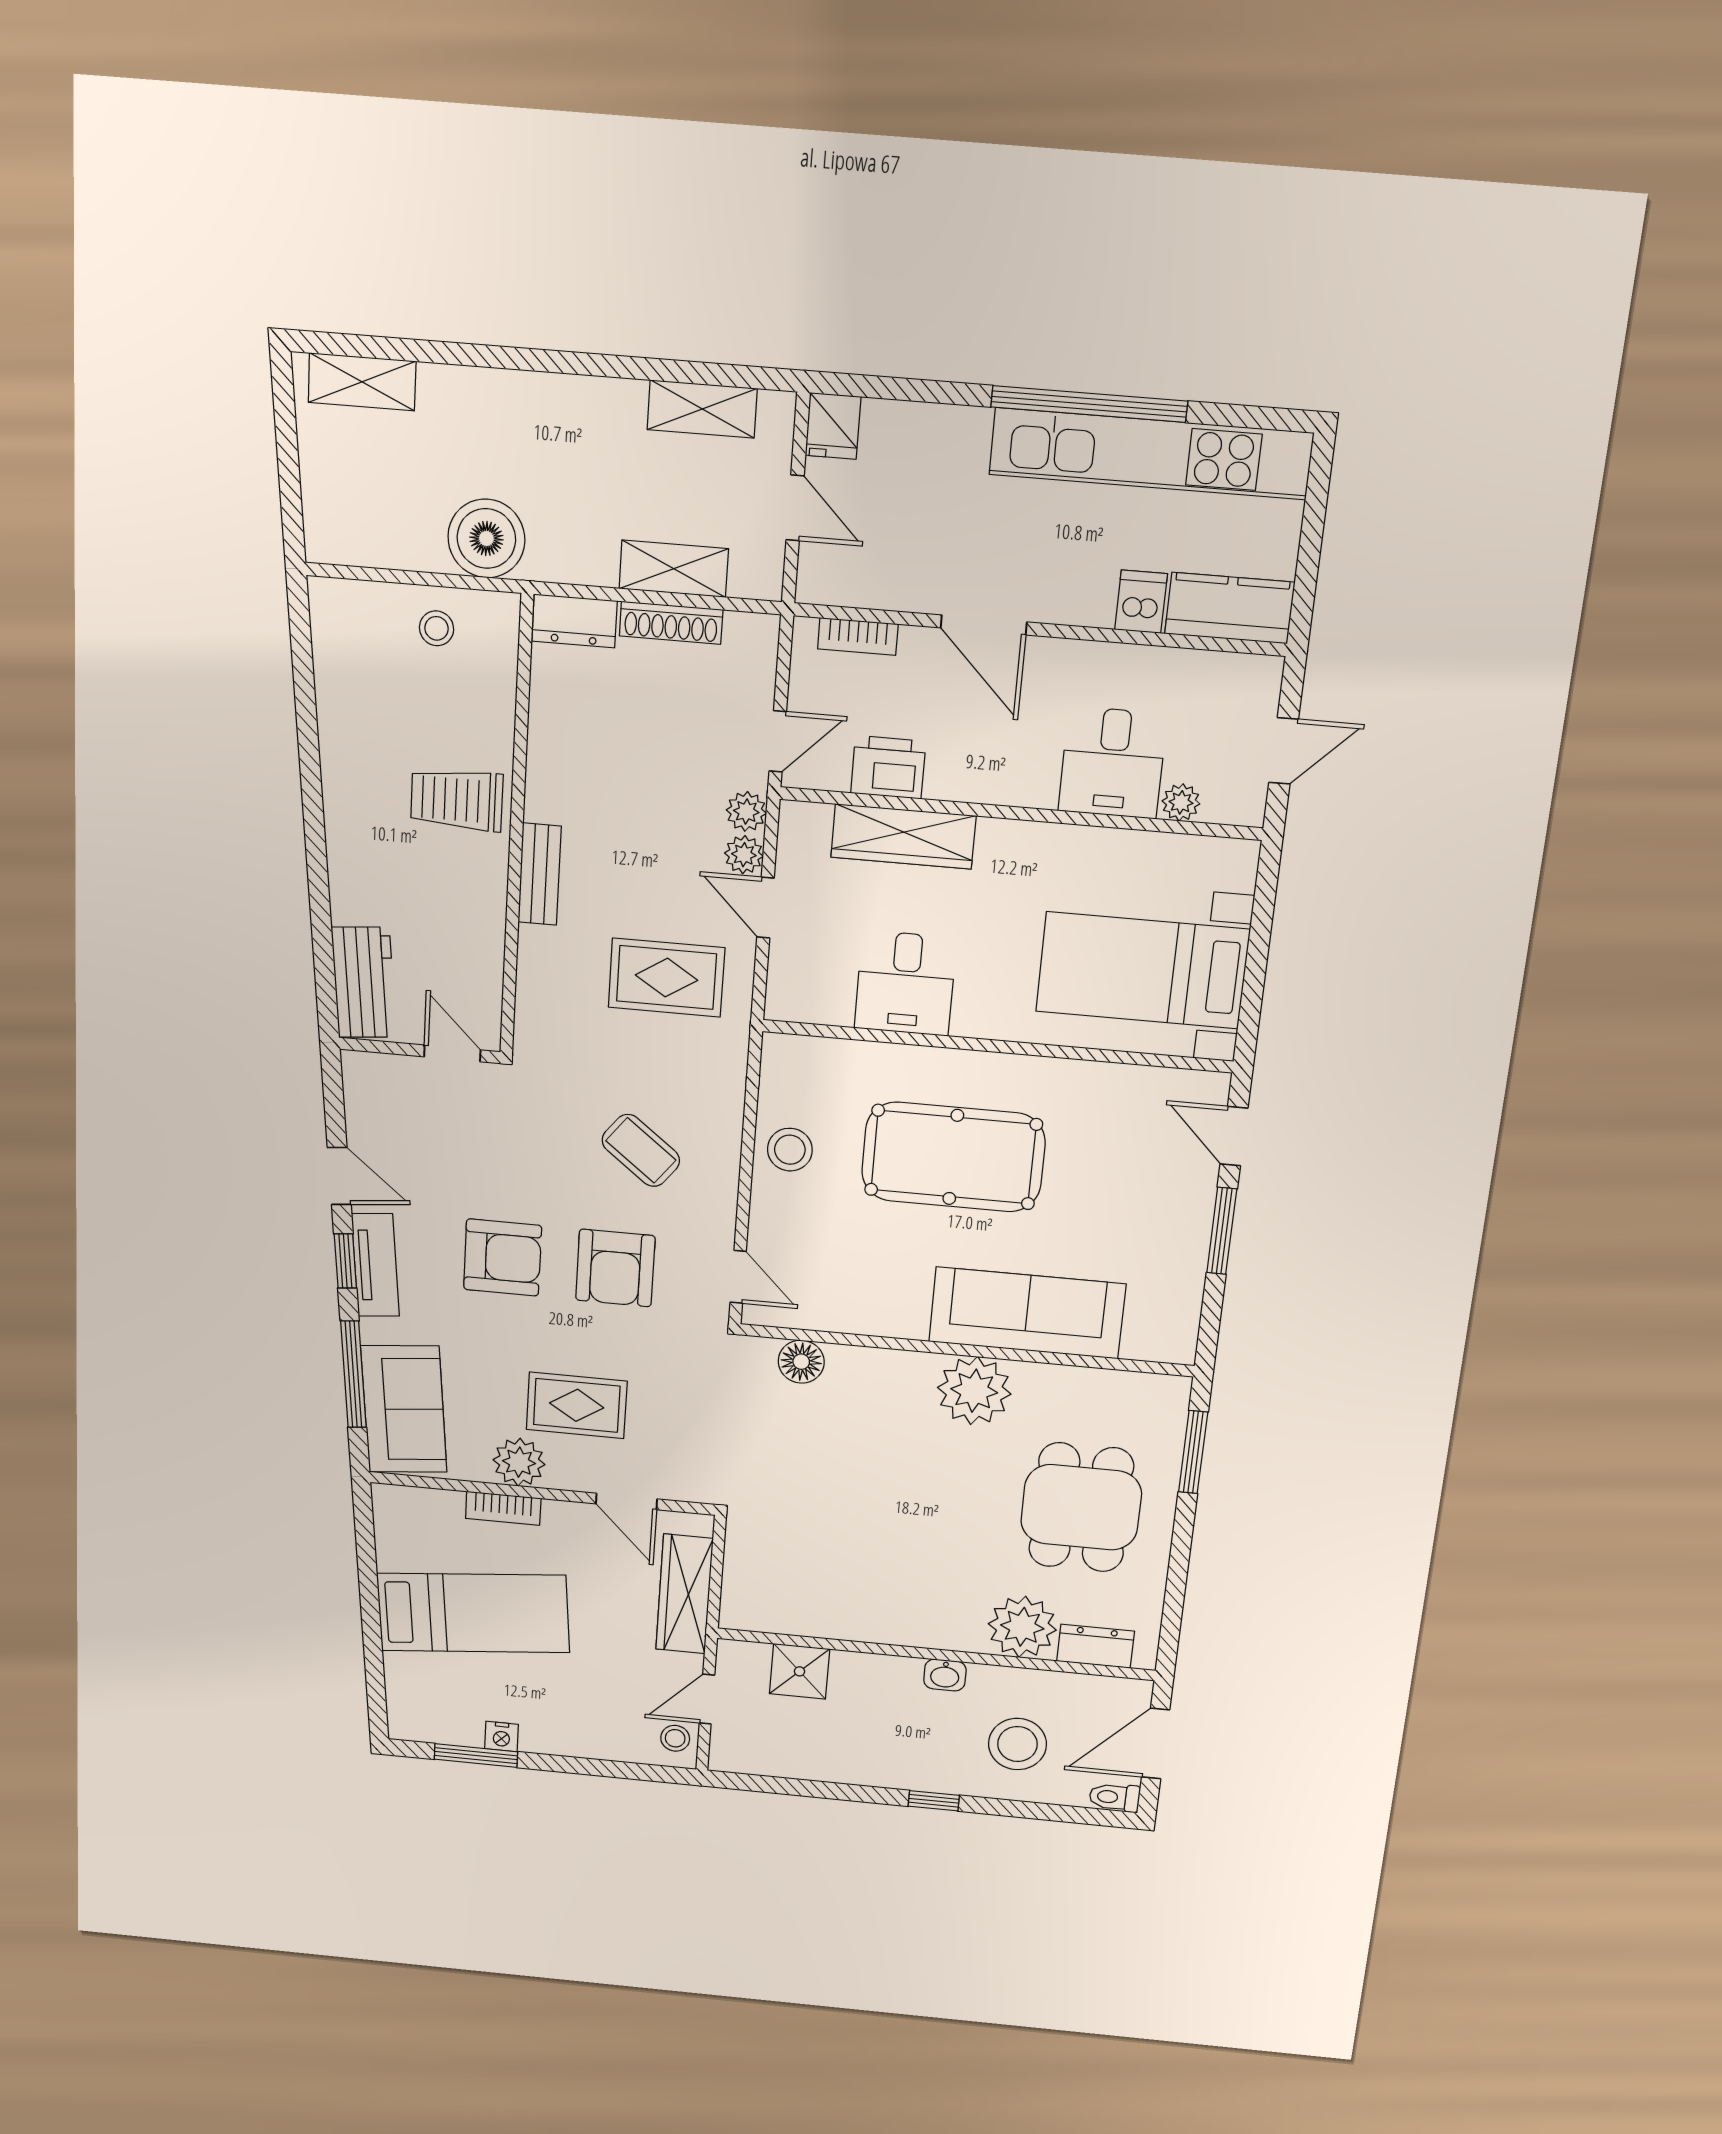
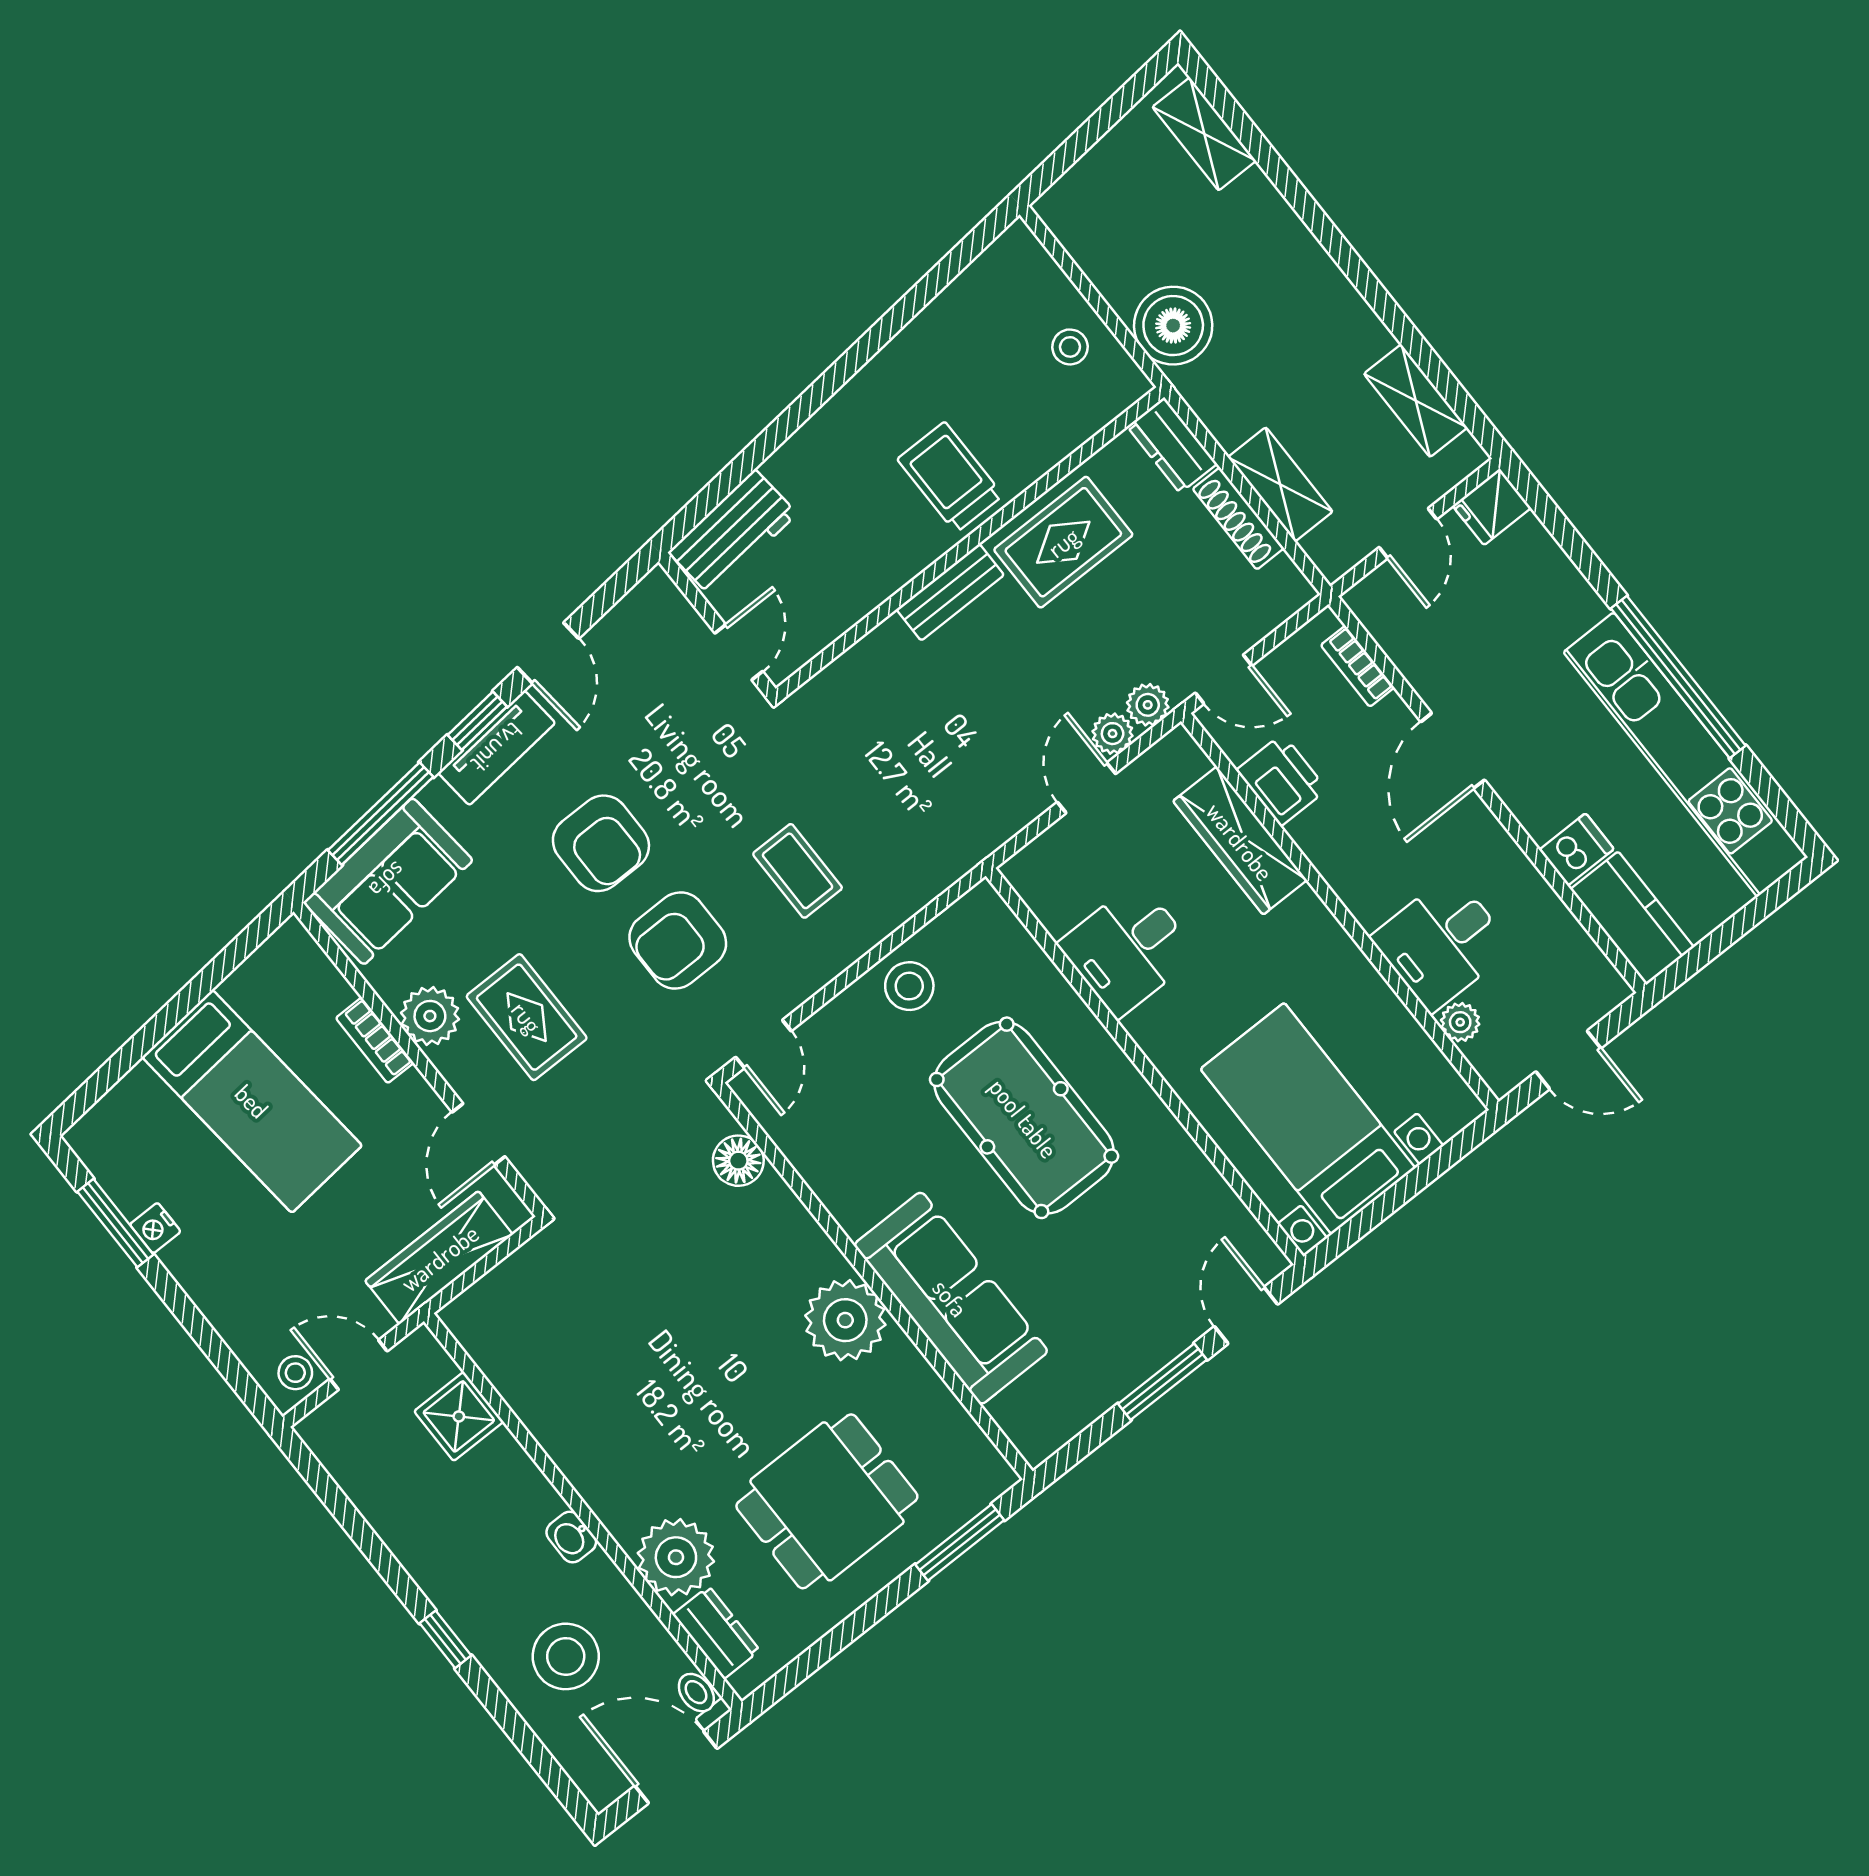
rug: (666, 978) -> (1063, 542), moved, turned 90
coffee table: (641, 1150) -> (798, 871), turned -38
toilet: (1115, 1797) -> (701, 1698), moved

